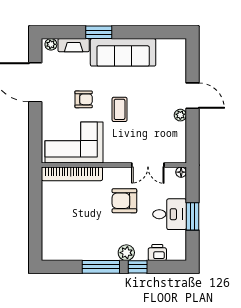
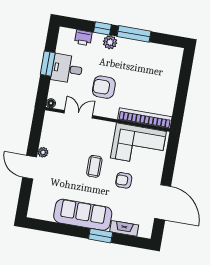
plant: (51, 44) -> (144, 232), removed
armchair: (124, 201) -> (104, 87), turned 180

